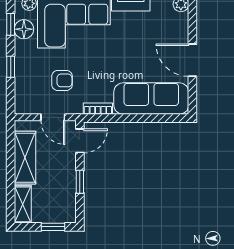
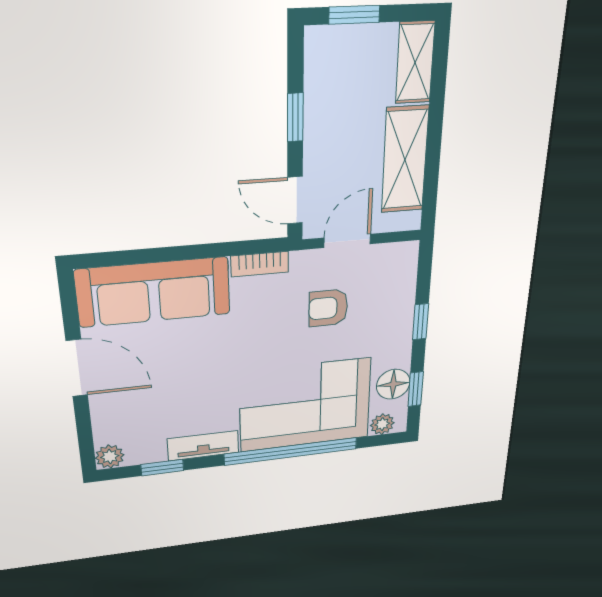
door: (53, 117) -> (347, 241), hinge flipped
door: (80, 141) -> (295, 200), hinge flipped

